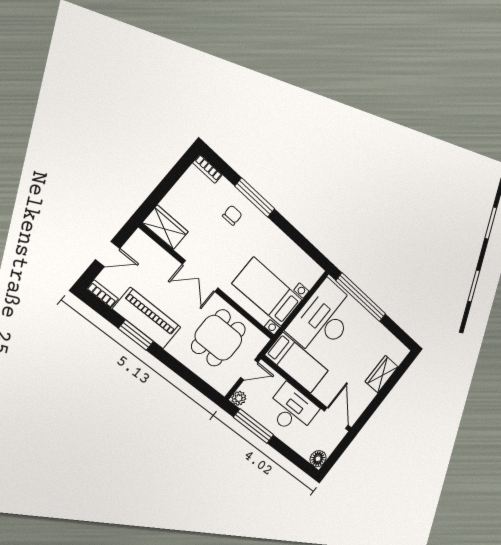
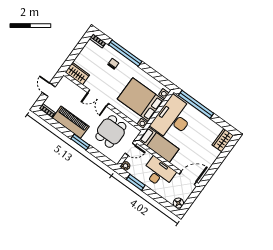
window: (255, 198) -> (125, 53), width x1.46
door: (108, 254) -> (49, 90), swing flipped
bed with nightstands: (267, 292) -> (141, 100), width x1.36
window: (136, 335) -> (80, 142), moved
wardrobe: (382, 374) -> (223, 140), moved
door: (336, 418) -> (188, 178), hinge flipped
window: (254, 426) -> (136, 182), width x0.69

